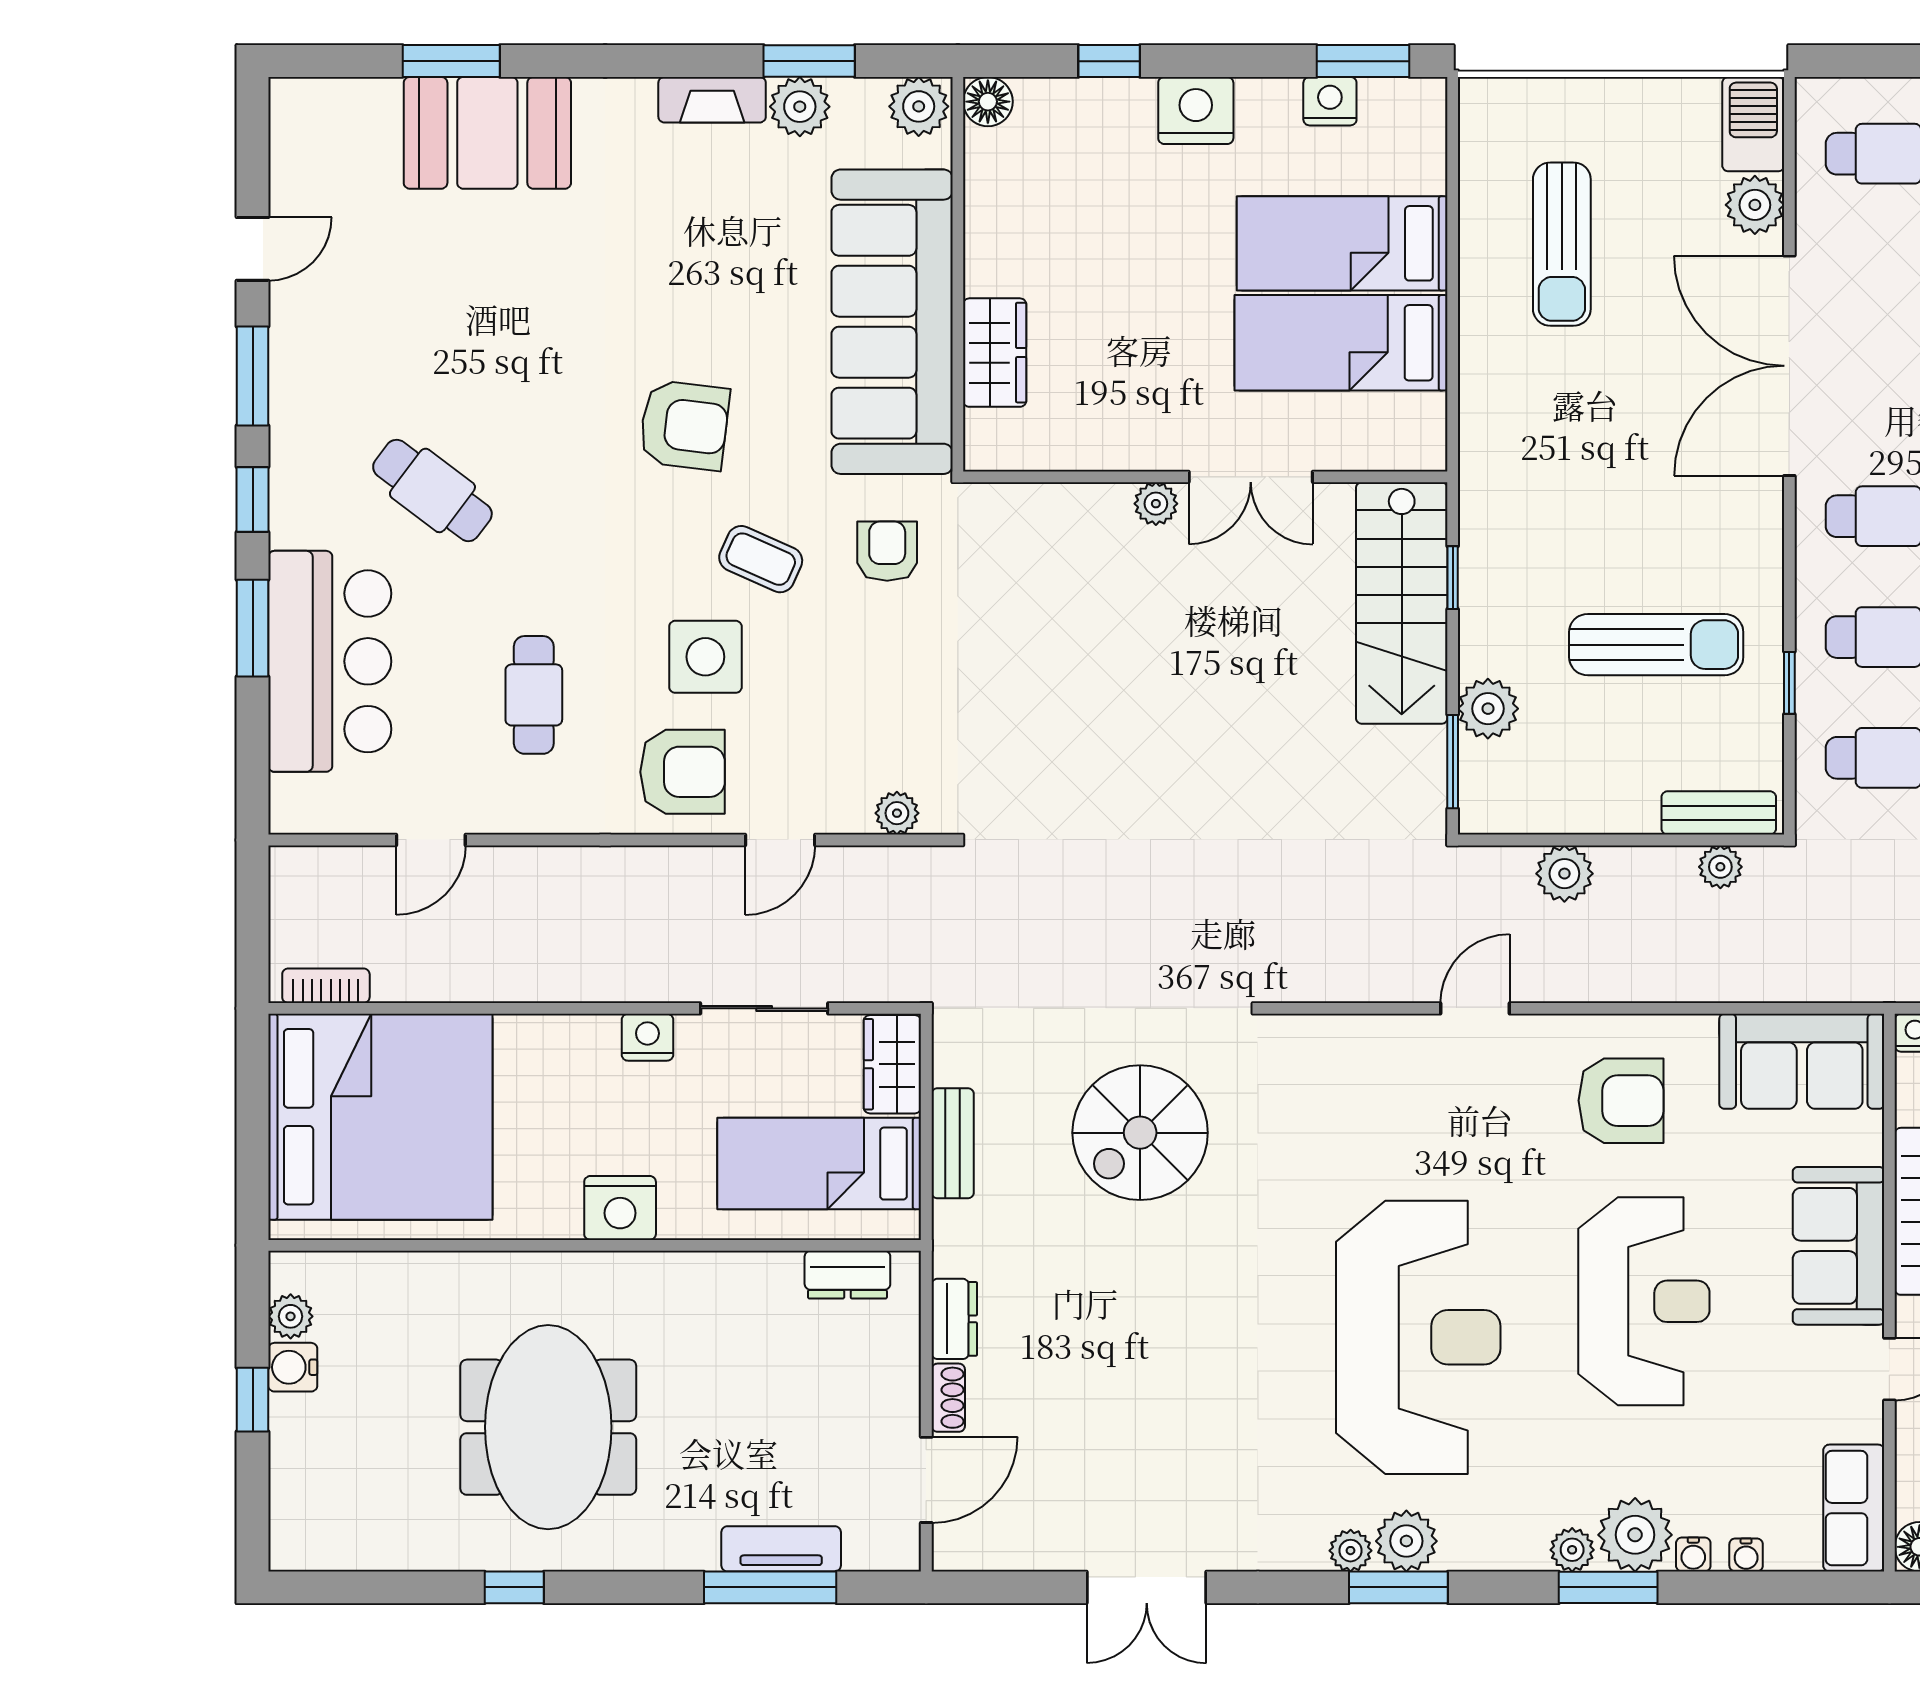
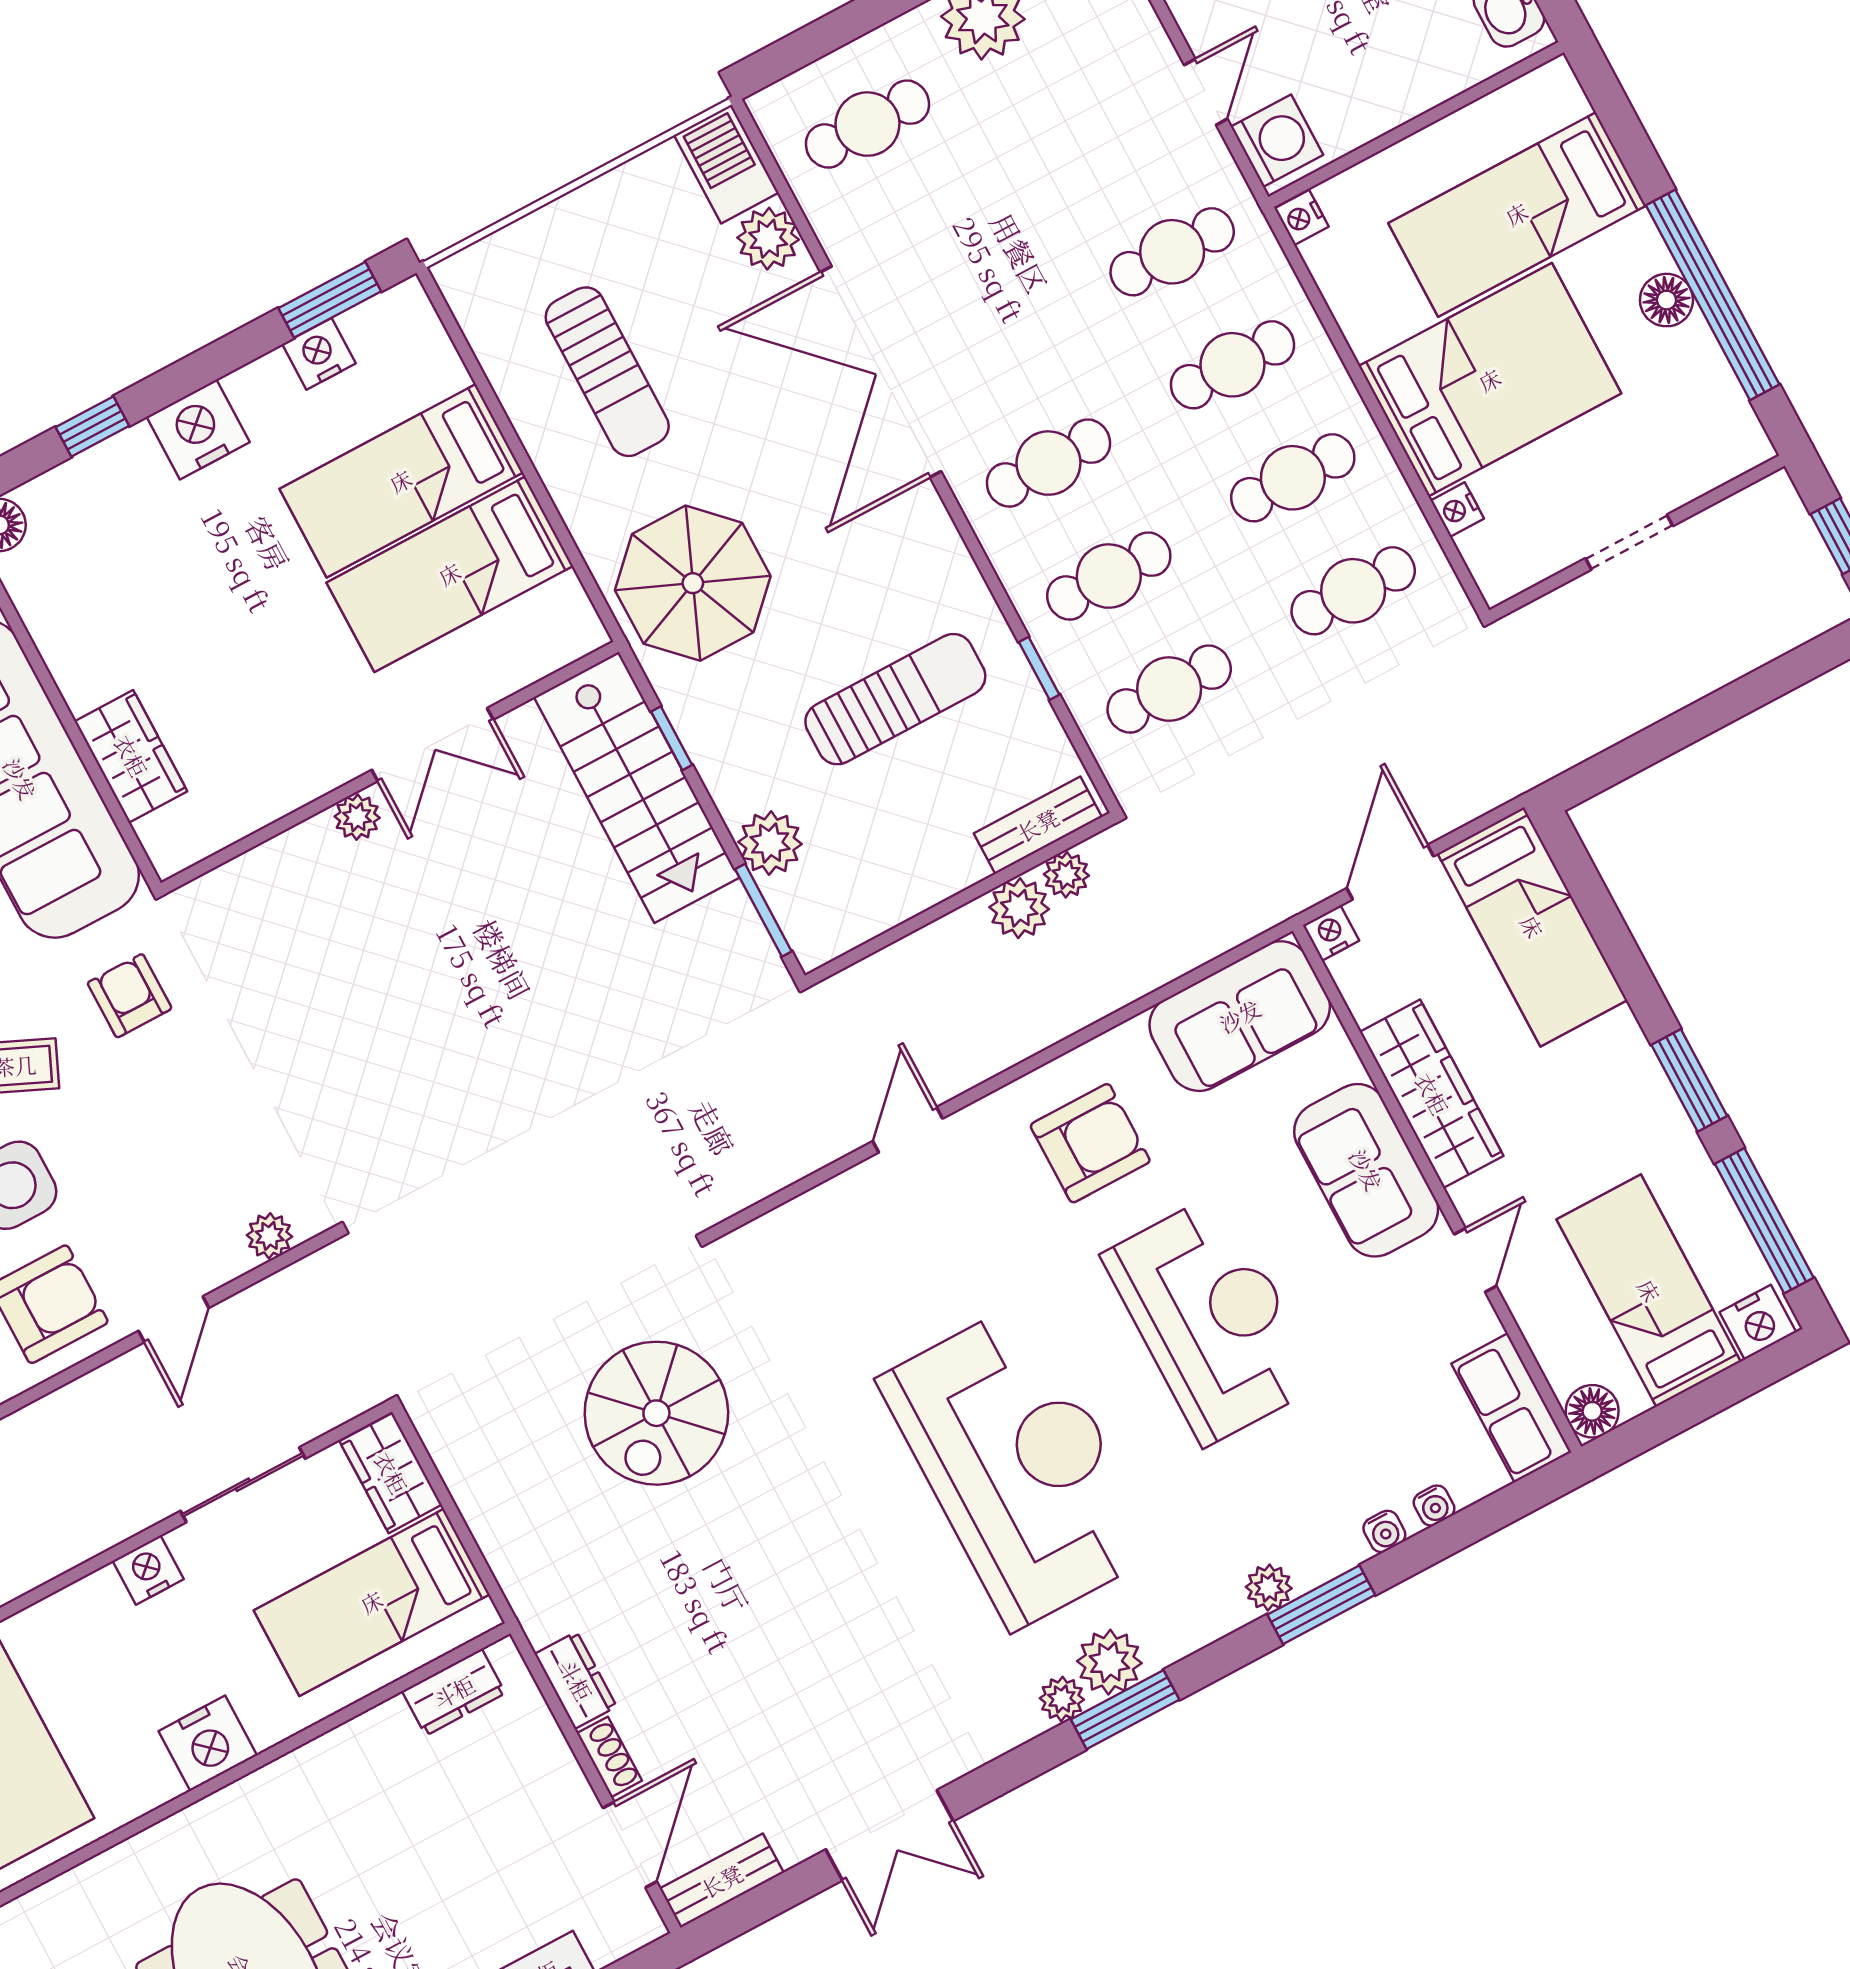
parasol: (1539, 458) -> (693, 583), added
plant: (1564, 874) -> (1019, 908), moved
bench: (953, 1143) -> (722, 1881), moved, turned 90
plant: (1635, 1535) -> (1320, 1542), removed

